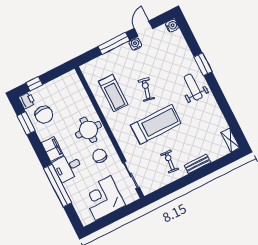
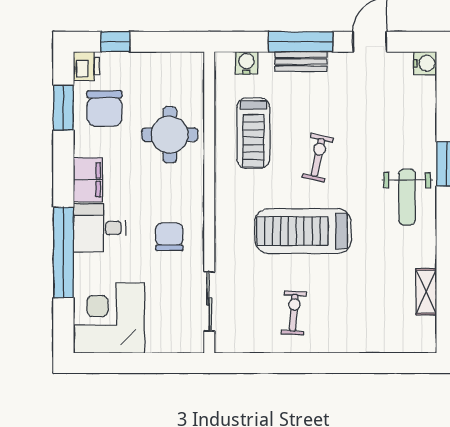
water cooler: (135, 44) -> (246, 63), moved
weight bench: (193, 87) -> (407, 197), turned 180
treadmill: (156, 124) -> (303, 231), turned 180
round table: (88, 130) -> (170, 135), moved
shelving: (230, 140) -> (426, 292), moved
bench: (198, 164) -> (301, 62), moved
corner desk: (103, 198) -> (109, 318), moved

